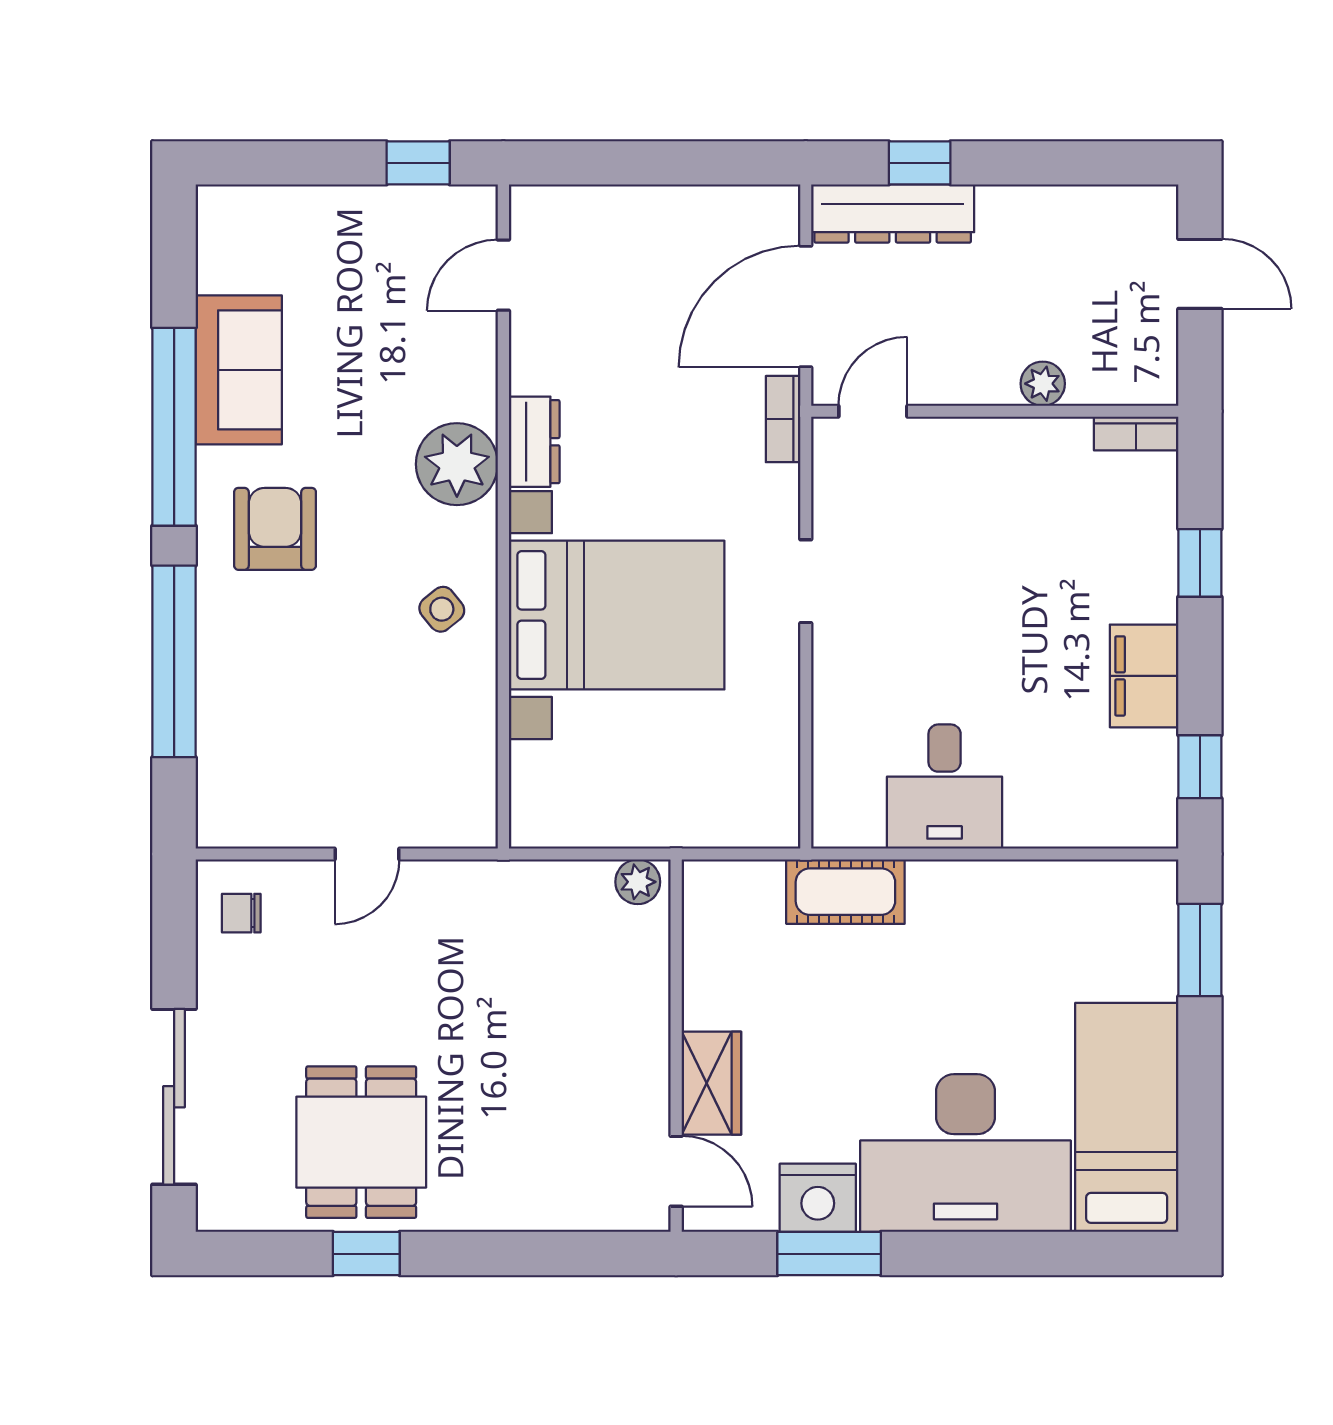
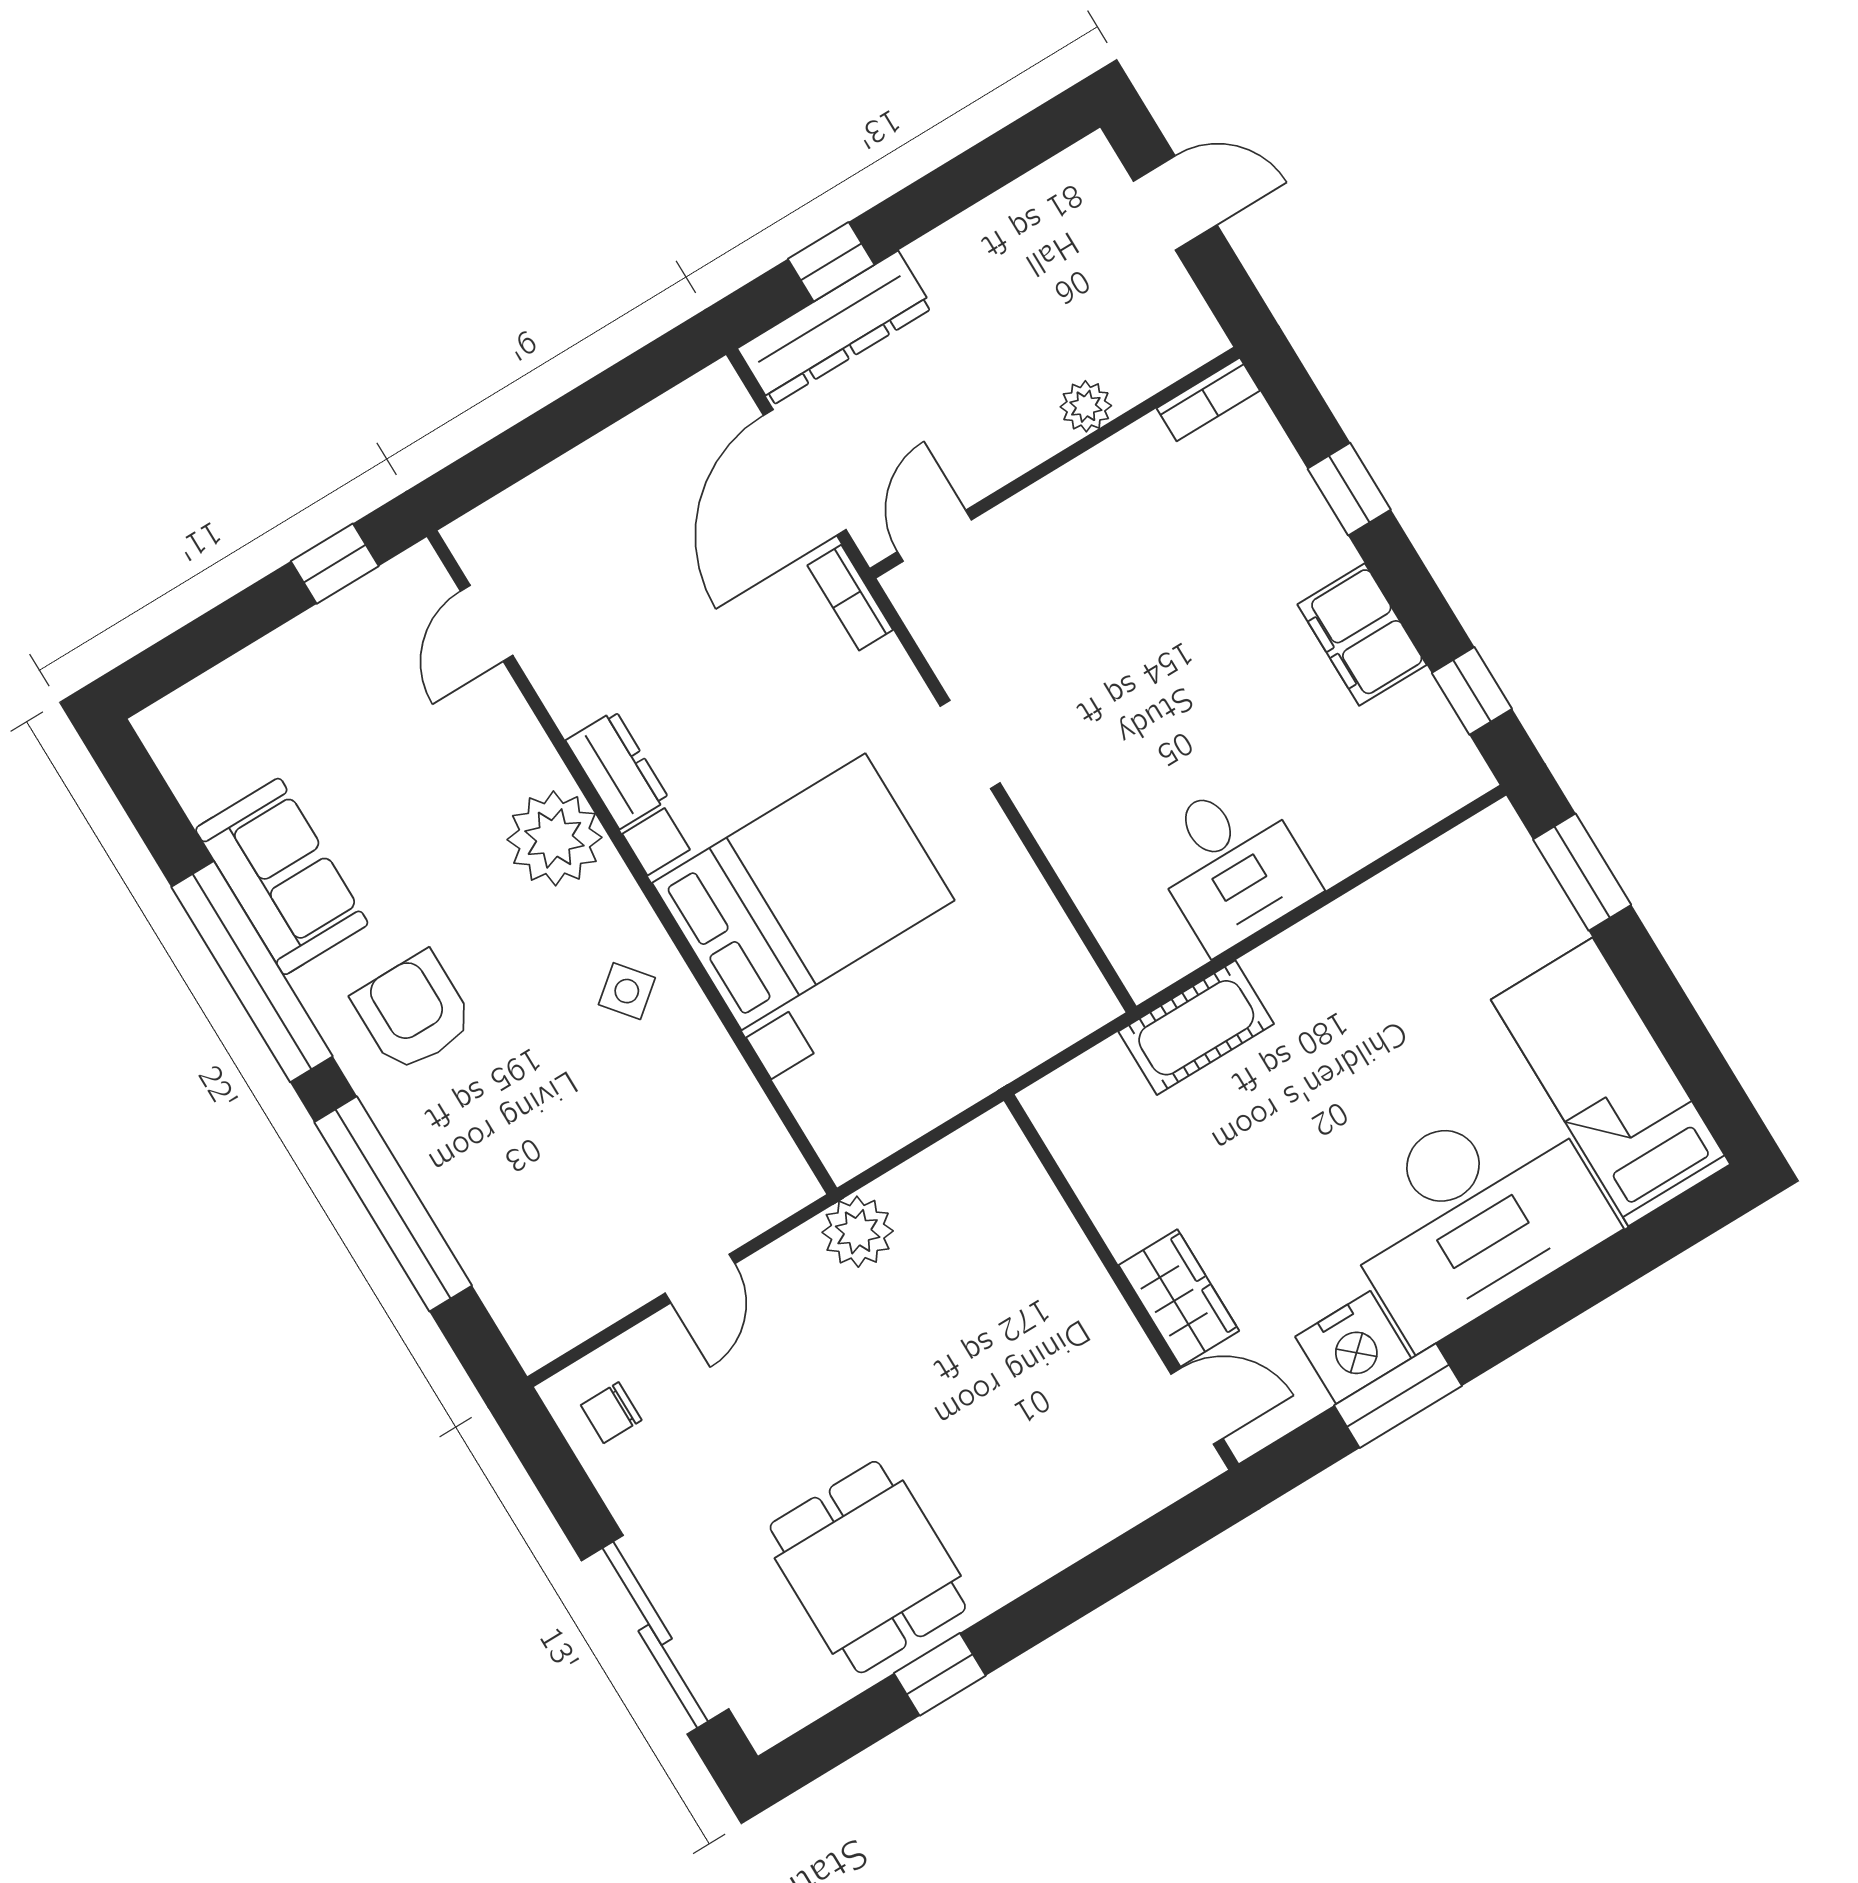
plant: (638, 882) -> (858, 1232), moved, width x1.38, depth x1.38

